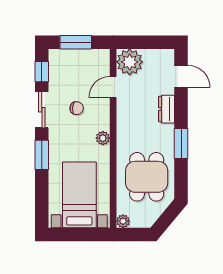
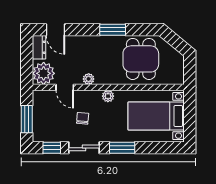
door: (181, 76) -> (56, 30), swing flipped
dresser: (167, 109) -> (39, 47), moved, turned -90
dining table: (147, 177) -> (141, 59), turned 90
plant: (123, 221) -> (89, 79), moved

